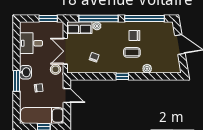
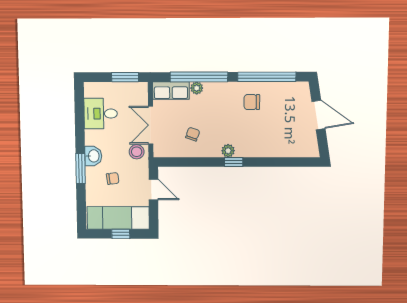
coffee table: (132, 52) -> (248, 127), removed
plant: (147, 69) -> (228, 151), moved

